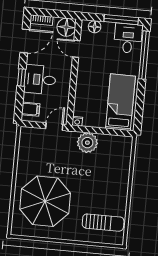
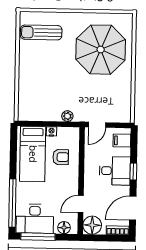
desk: (128, 38) -> (35, 219), width x1.37
door: (76, 49) -> (81, 204), swing flipped
armchair: (93, 97) -> (61, 157), added
nightstand: (77, 121) -> (52, 131), moved
plant: (87, 143) -> (67, 116), width x0.53, depth x0.53

